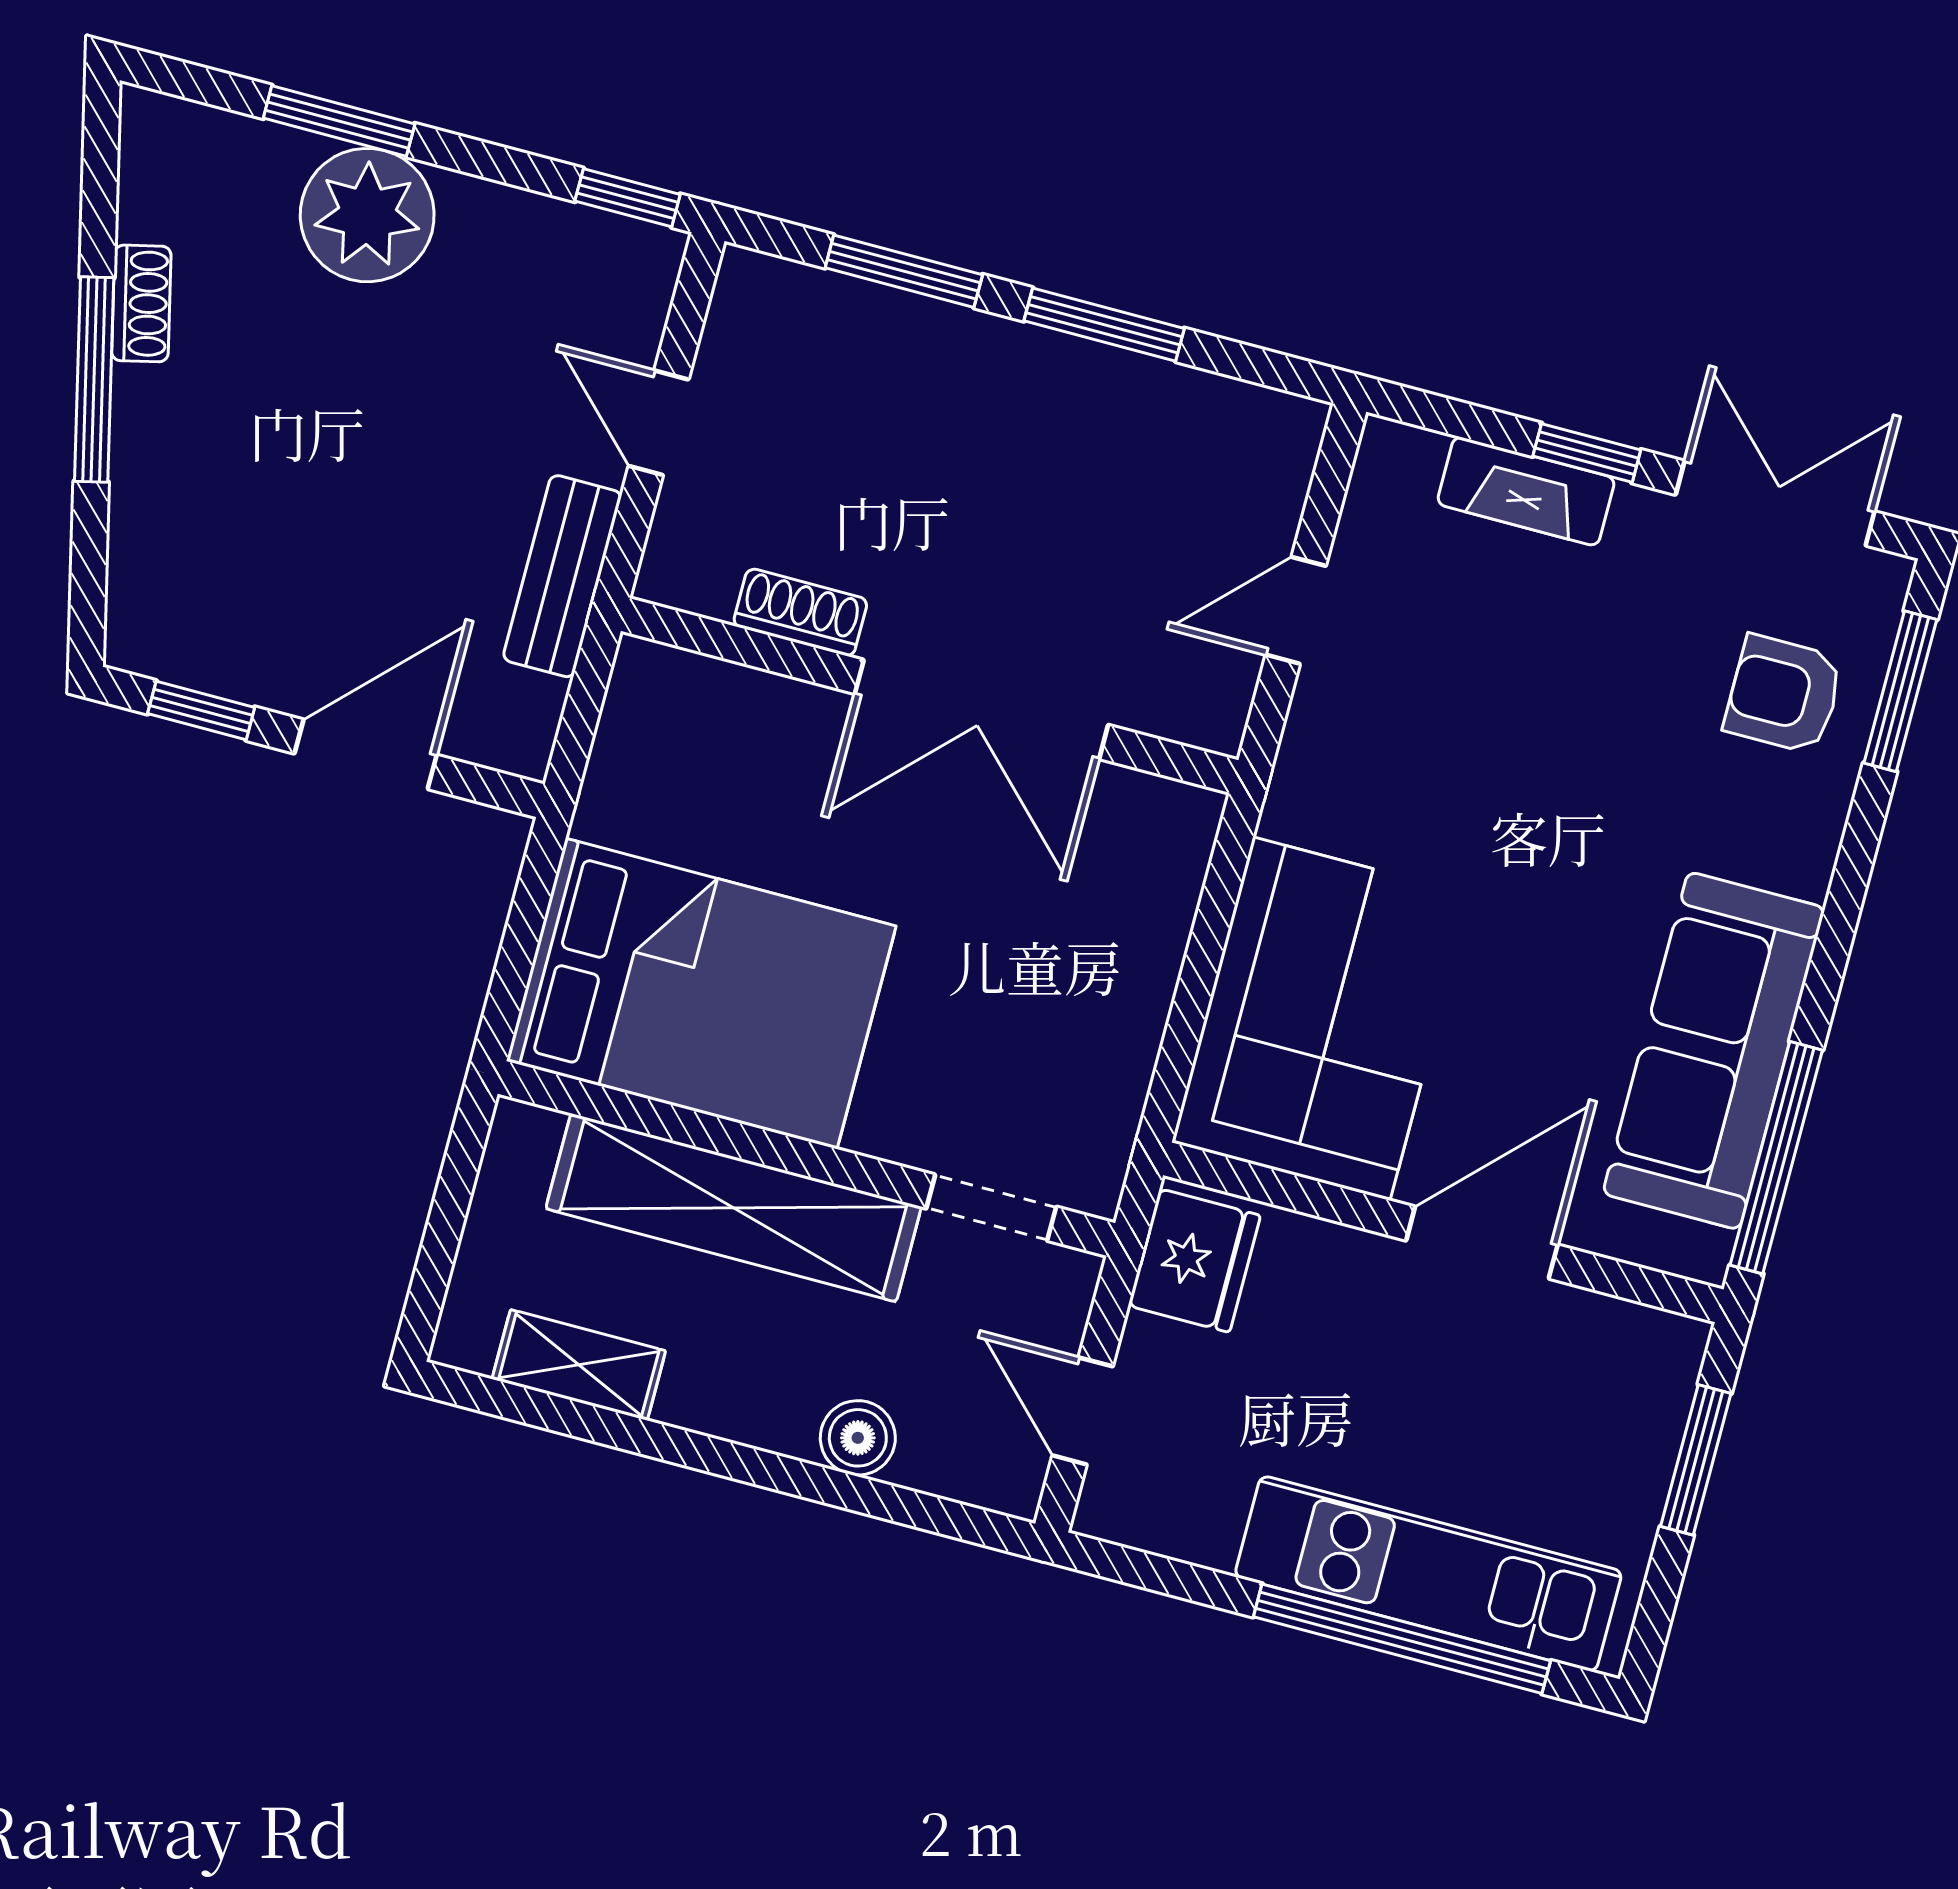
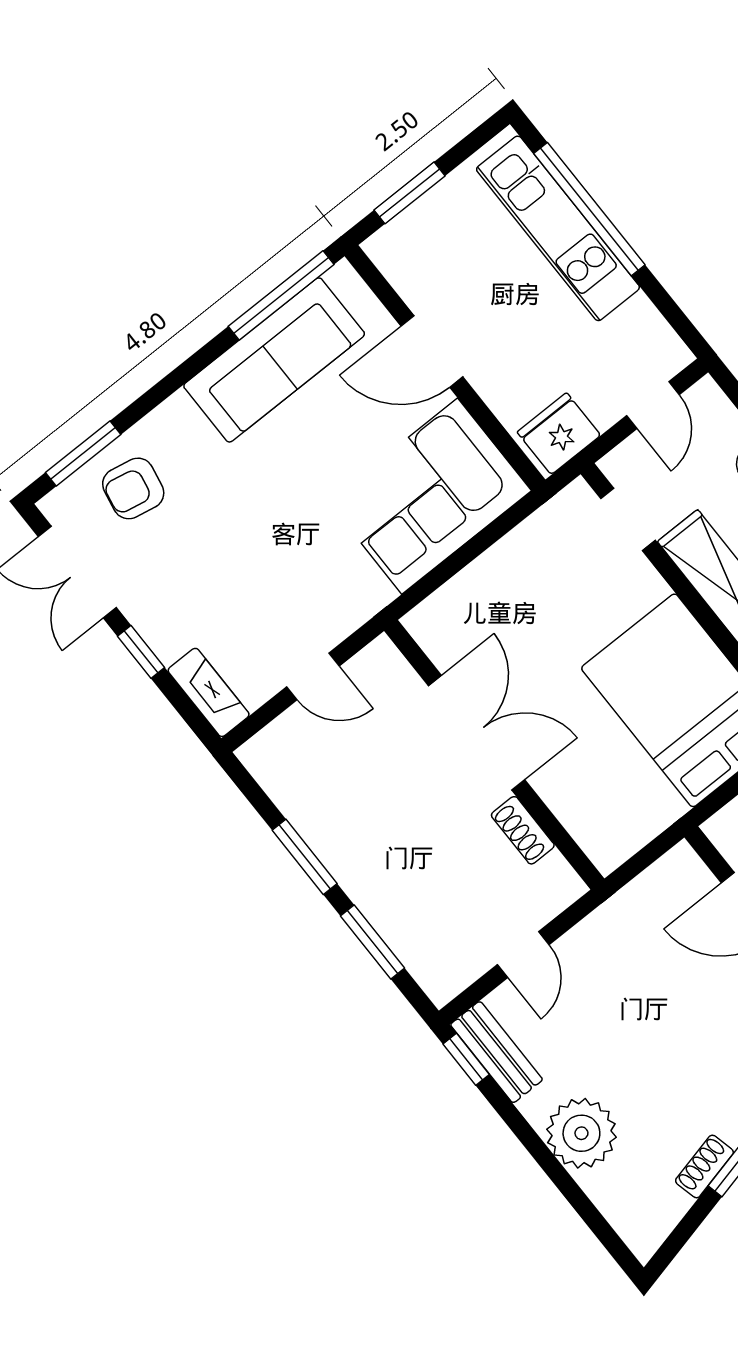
window: (339, 121) -> (564, 1182), removed
fireplace: (1526, 491) -> (209, 692), moved
bench: (562, 576) -> (497, 1052), moved, turned 90
armchair: (1784, 694) -> (133, 488), turned 101

